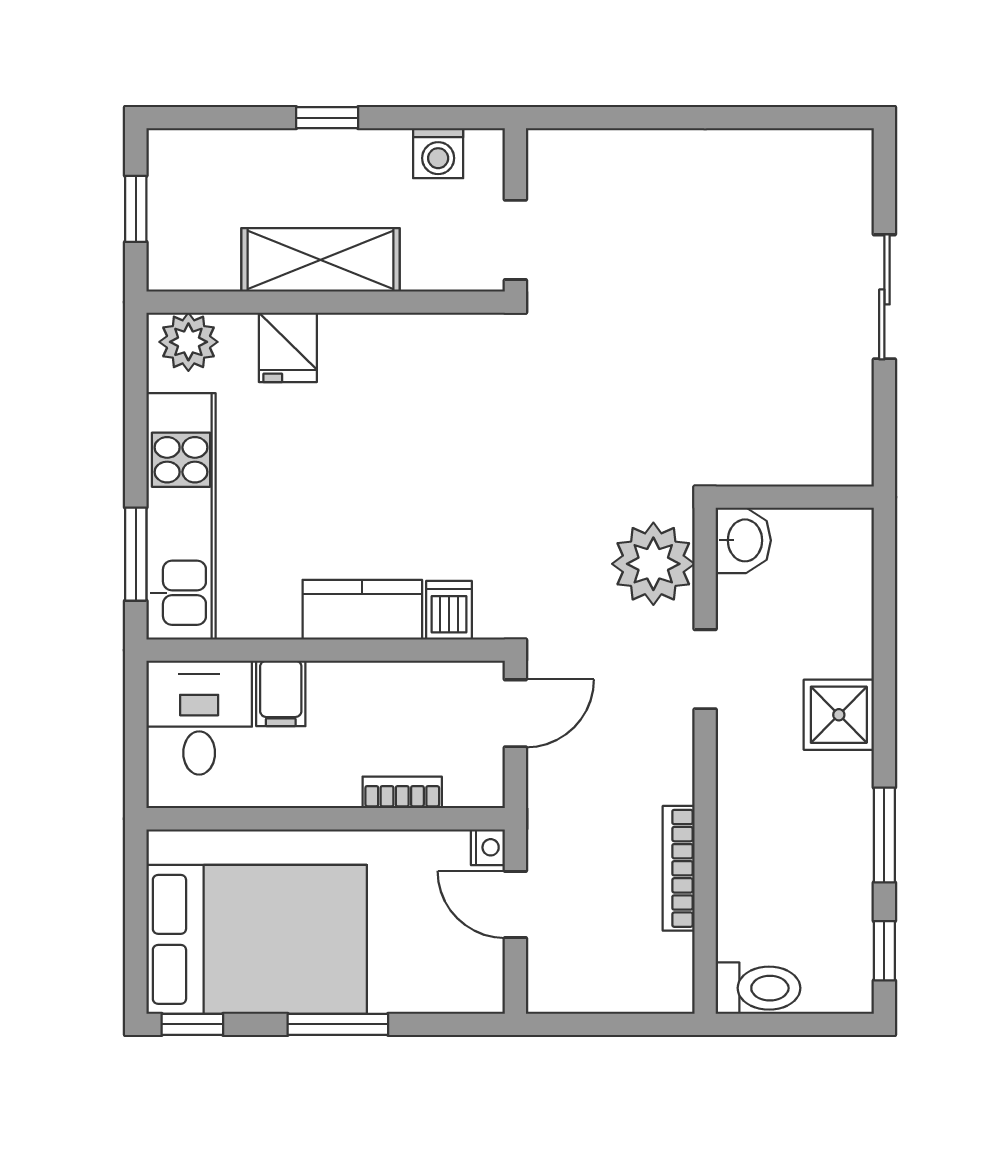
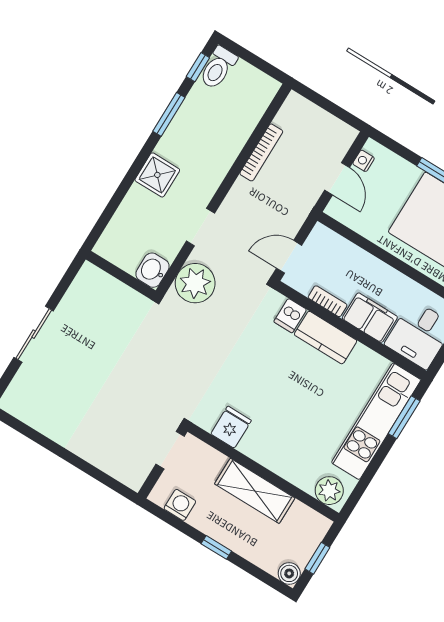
boiler: (169, 151) -> (289, 573), added
fridge: (288, 347) -> (231, 427), moved
filing cabinet: (281, 693) -> (370, 318), width x2.00
bookcase: (402, 792) -> (328, 301), moved, turned 180
nightstand: (488, 847) -> (364, 161), moved
toilet: (758, 988) -> (218, 68), moved, turned -90

